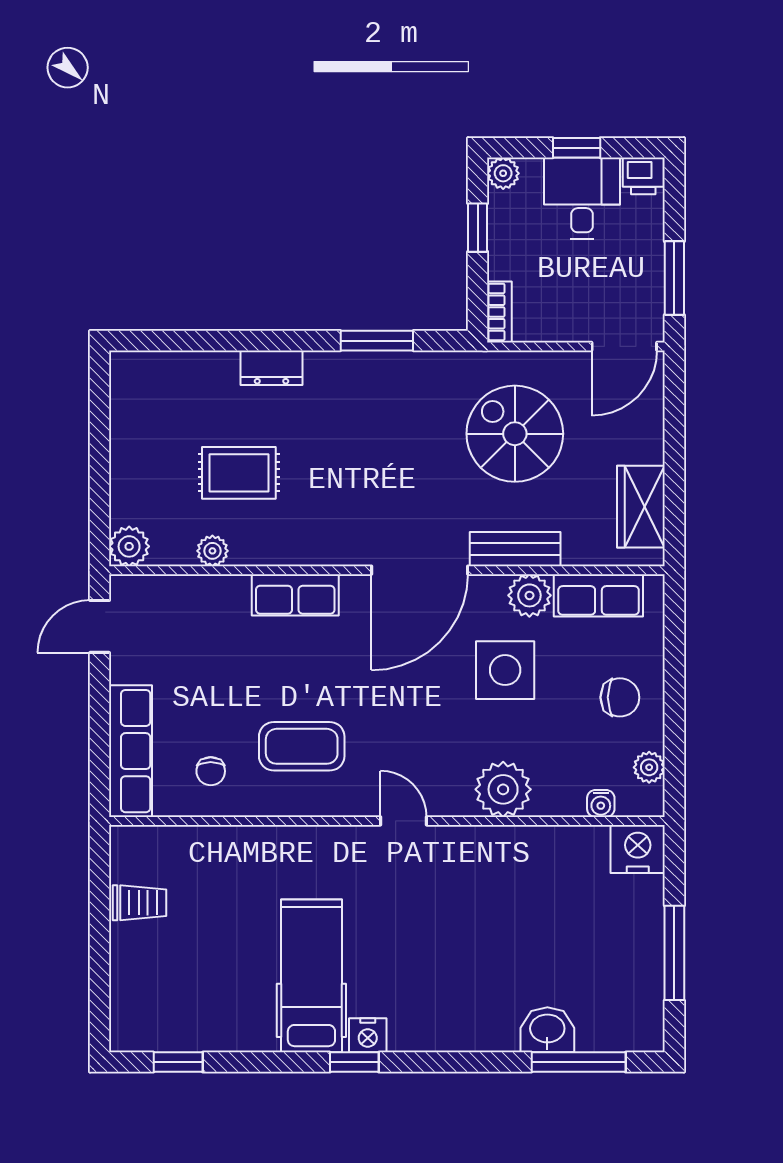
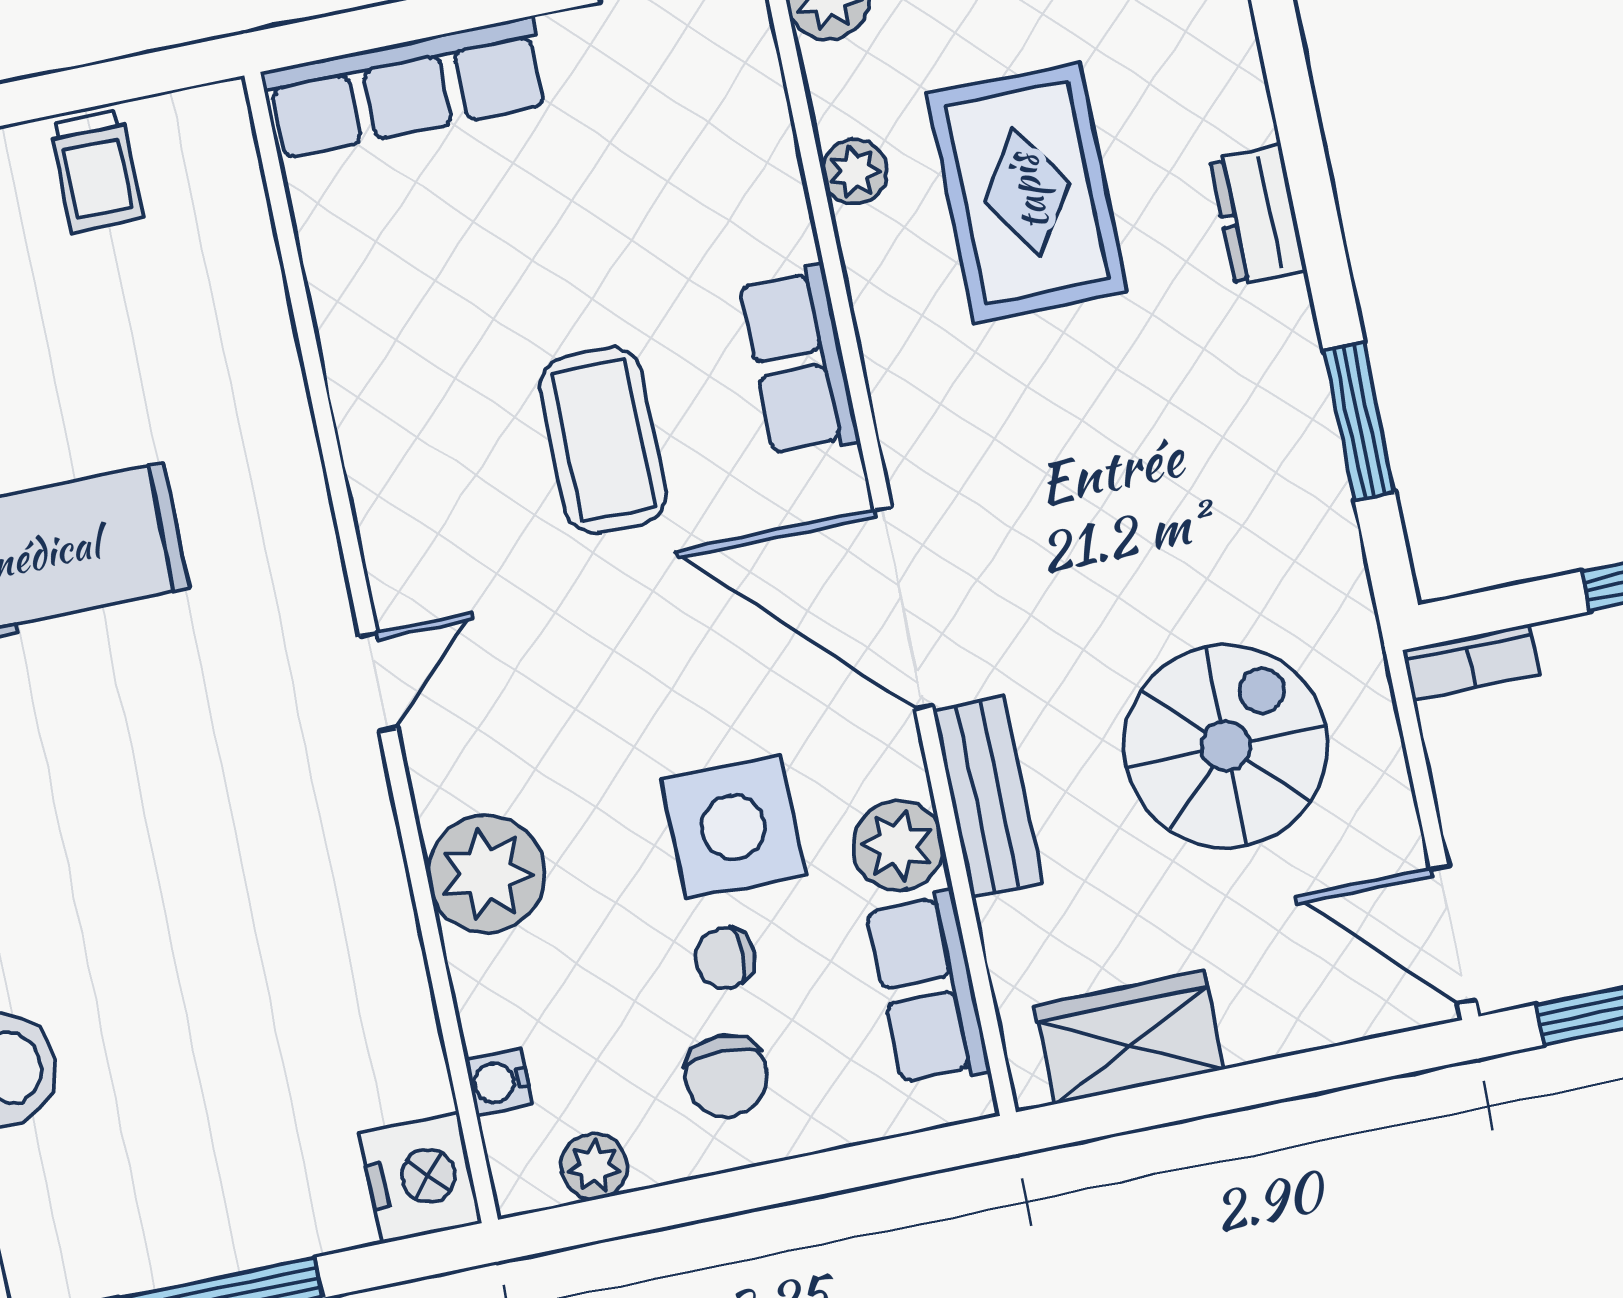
rug: (239, 473) -> (1027, 193), width x1.36, depth x1.43
coffee table: (302, 746) -> (603, 440), moved
chair: (211, 771) -> (725, 958), moved

